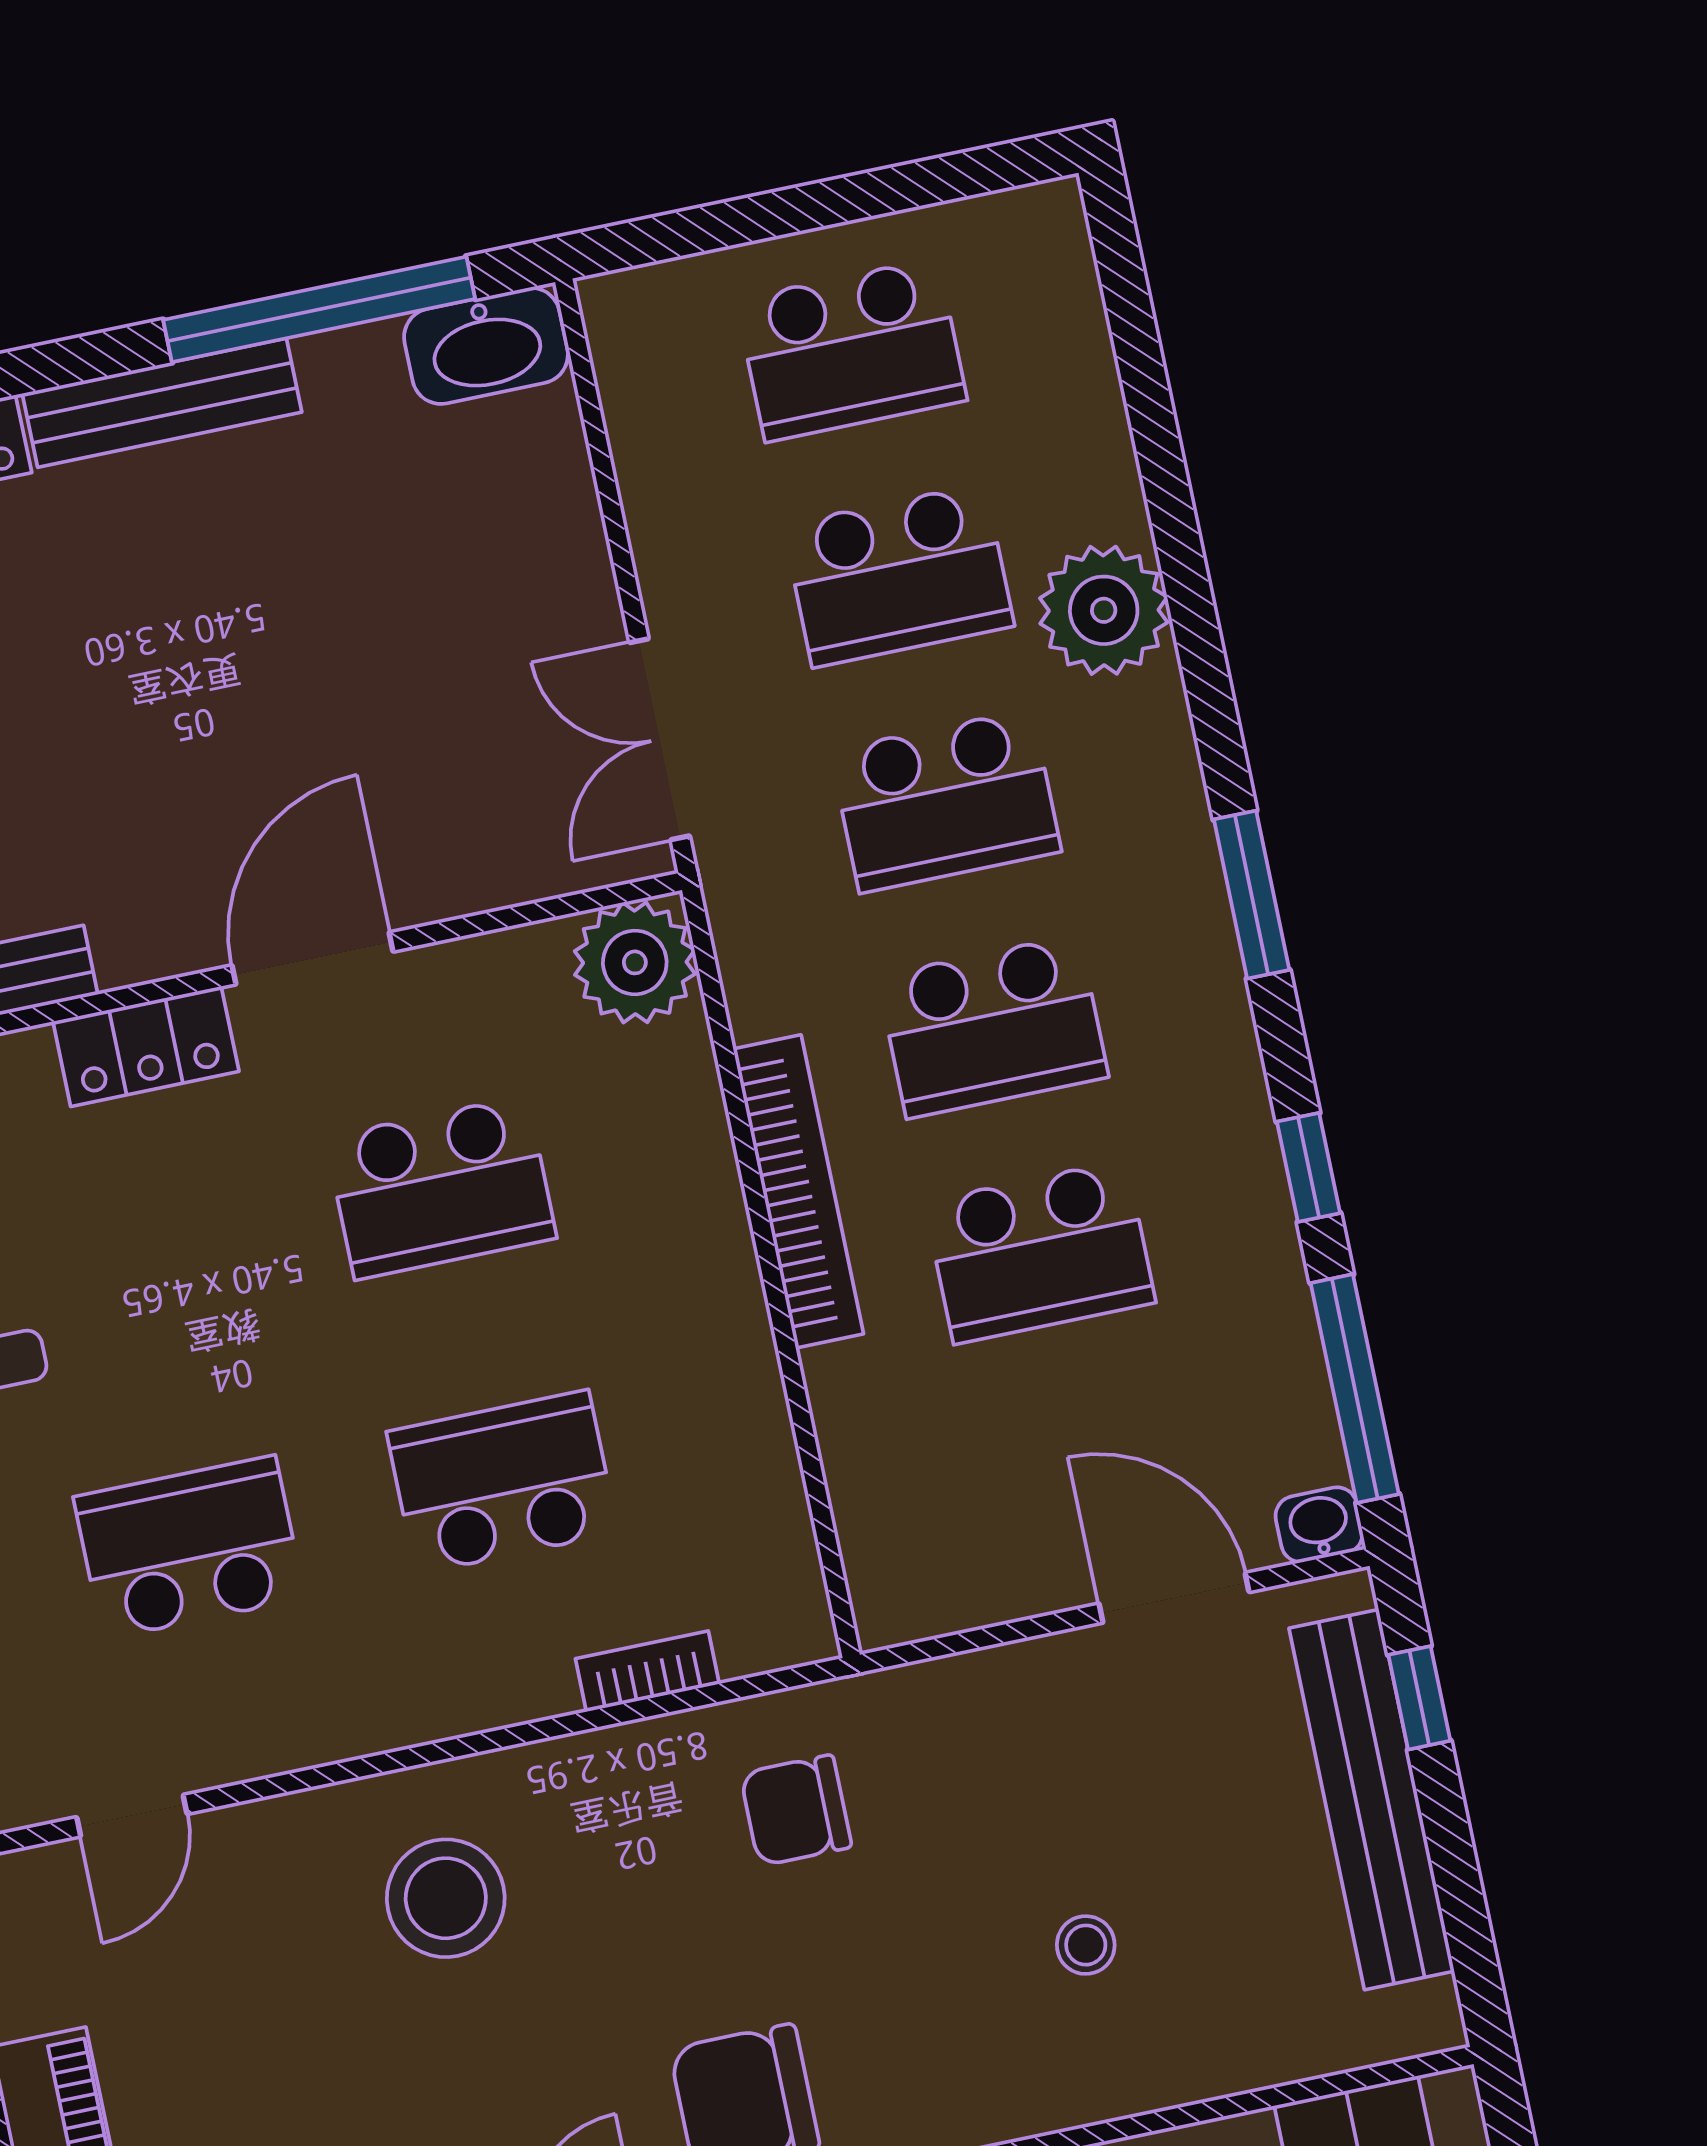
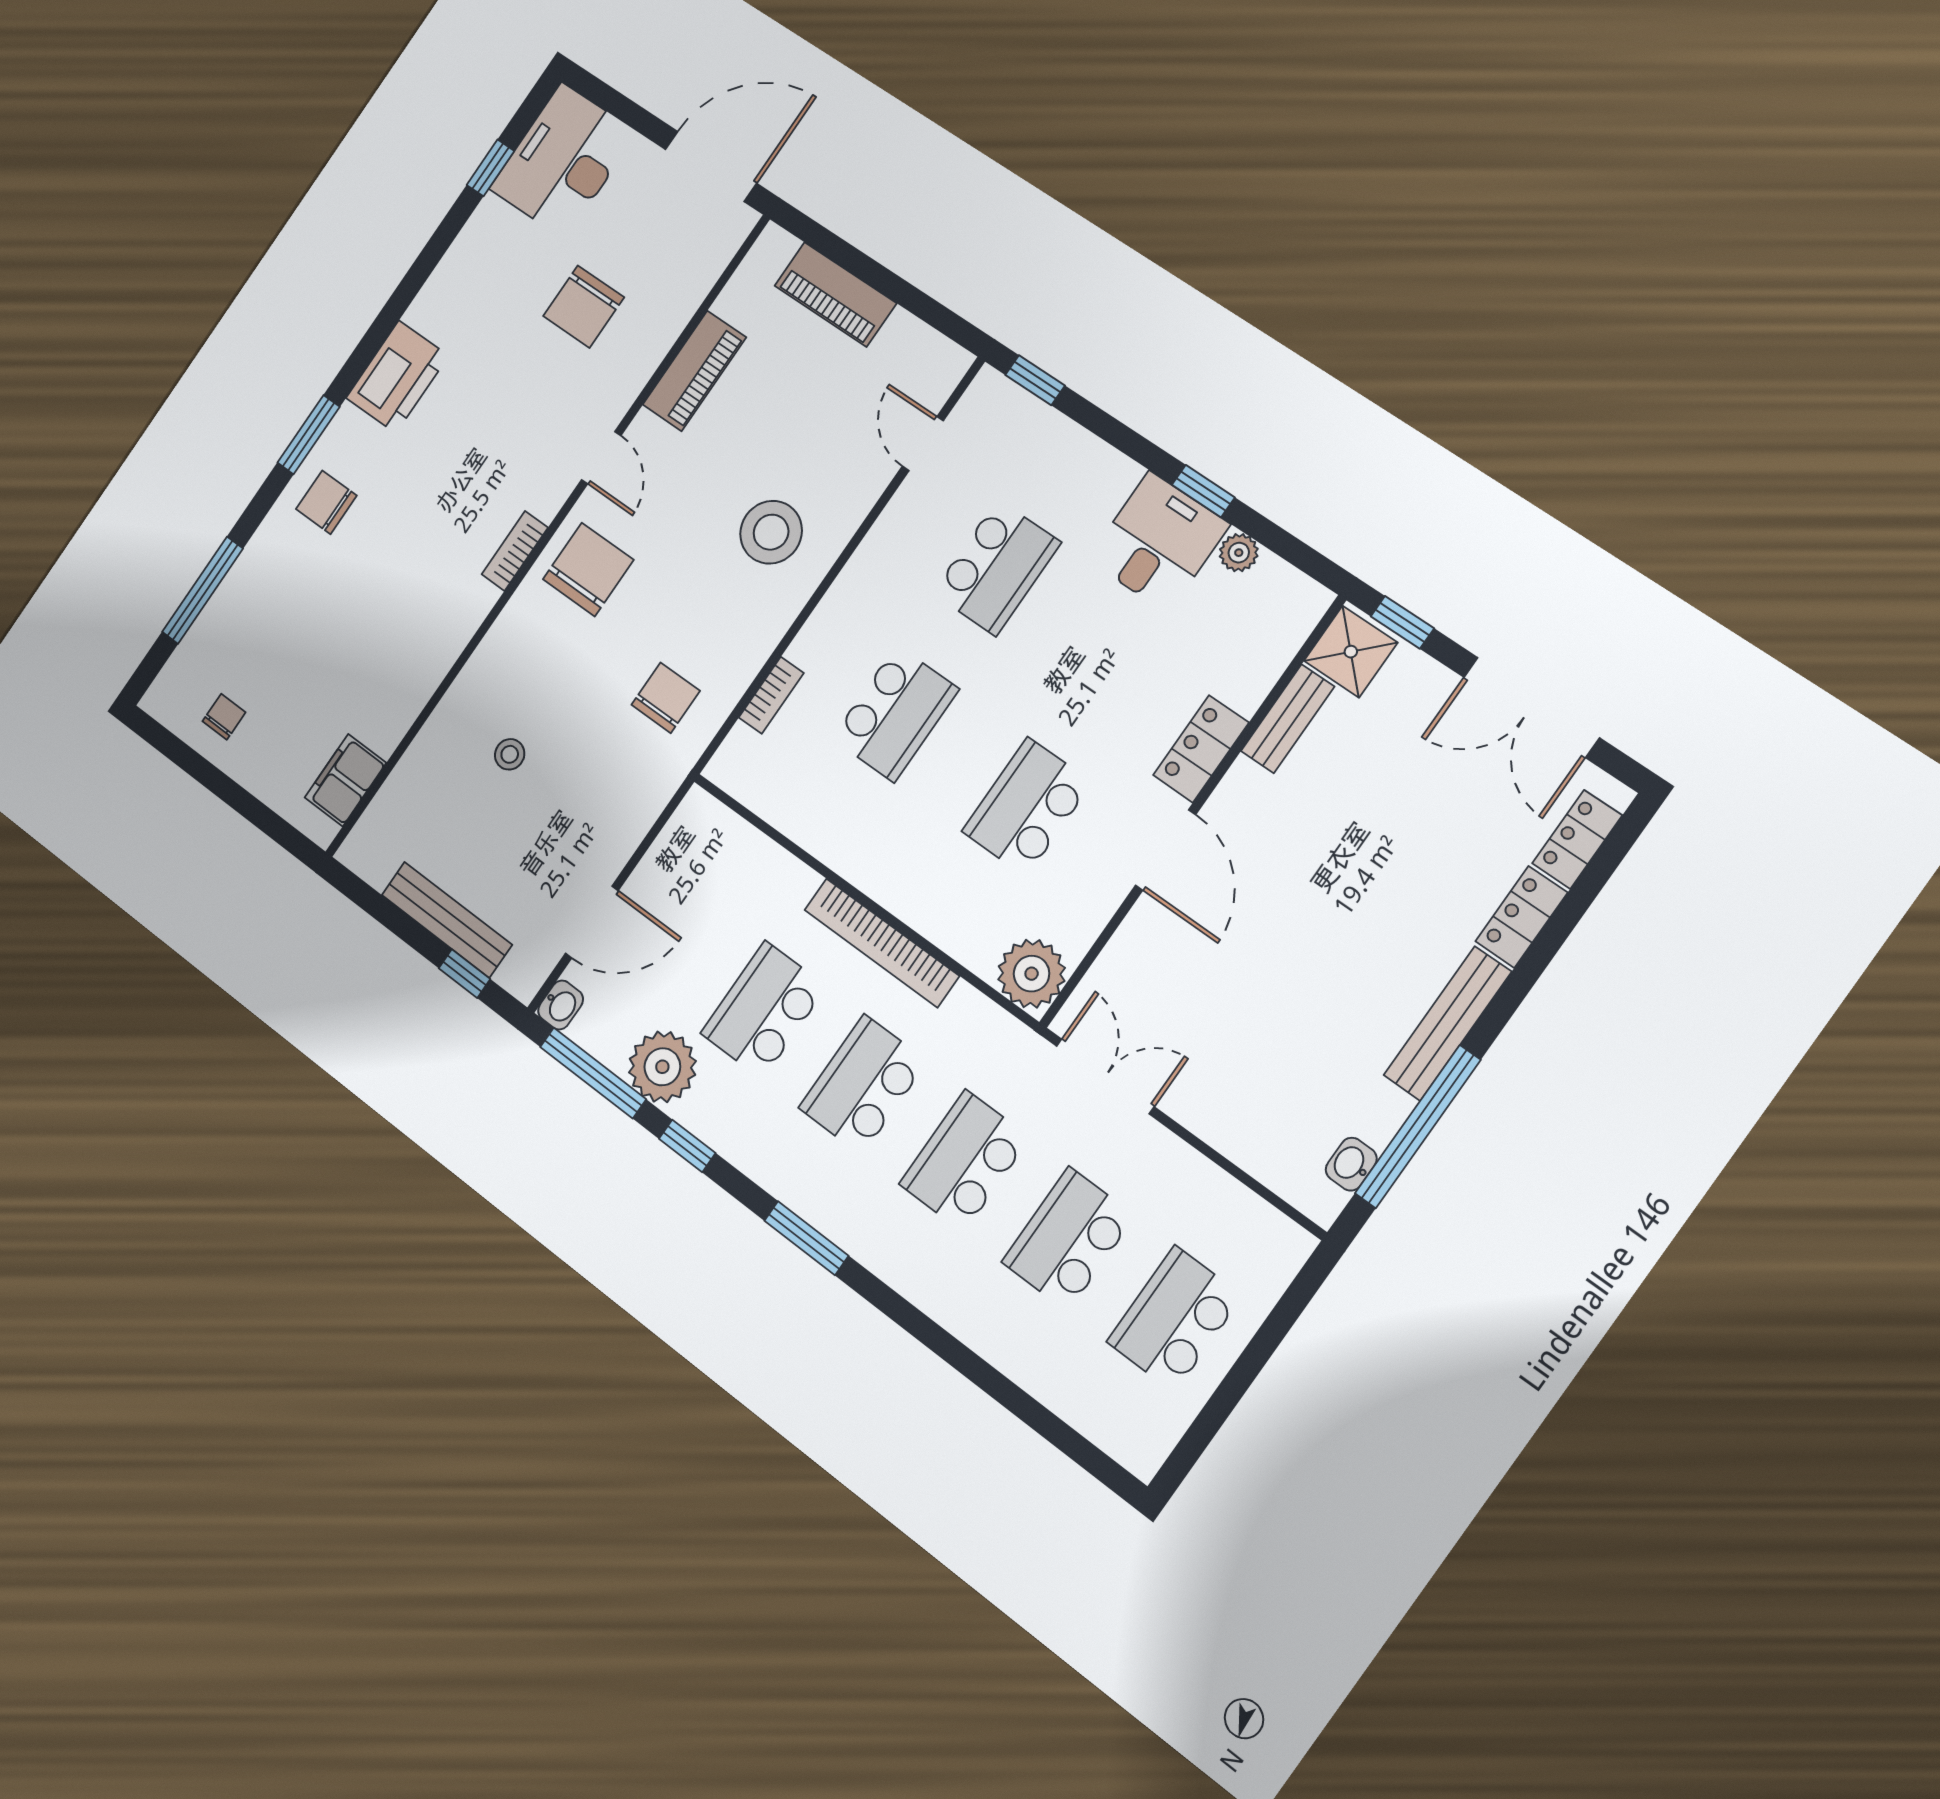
washbasin: (486, 346) -> (1351, 1164), width x0.52, depth x0.69
plant: (1104, 610) -> (662, 1067), moved
bench: (1372, 1800) -> (447, 920), width x0.73, depth x0.82

